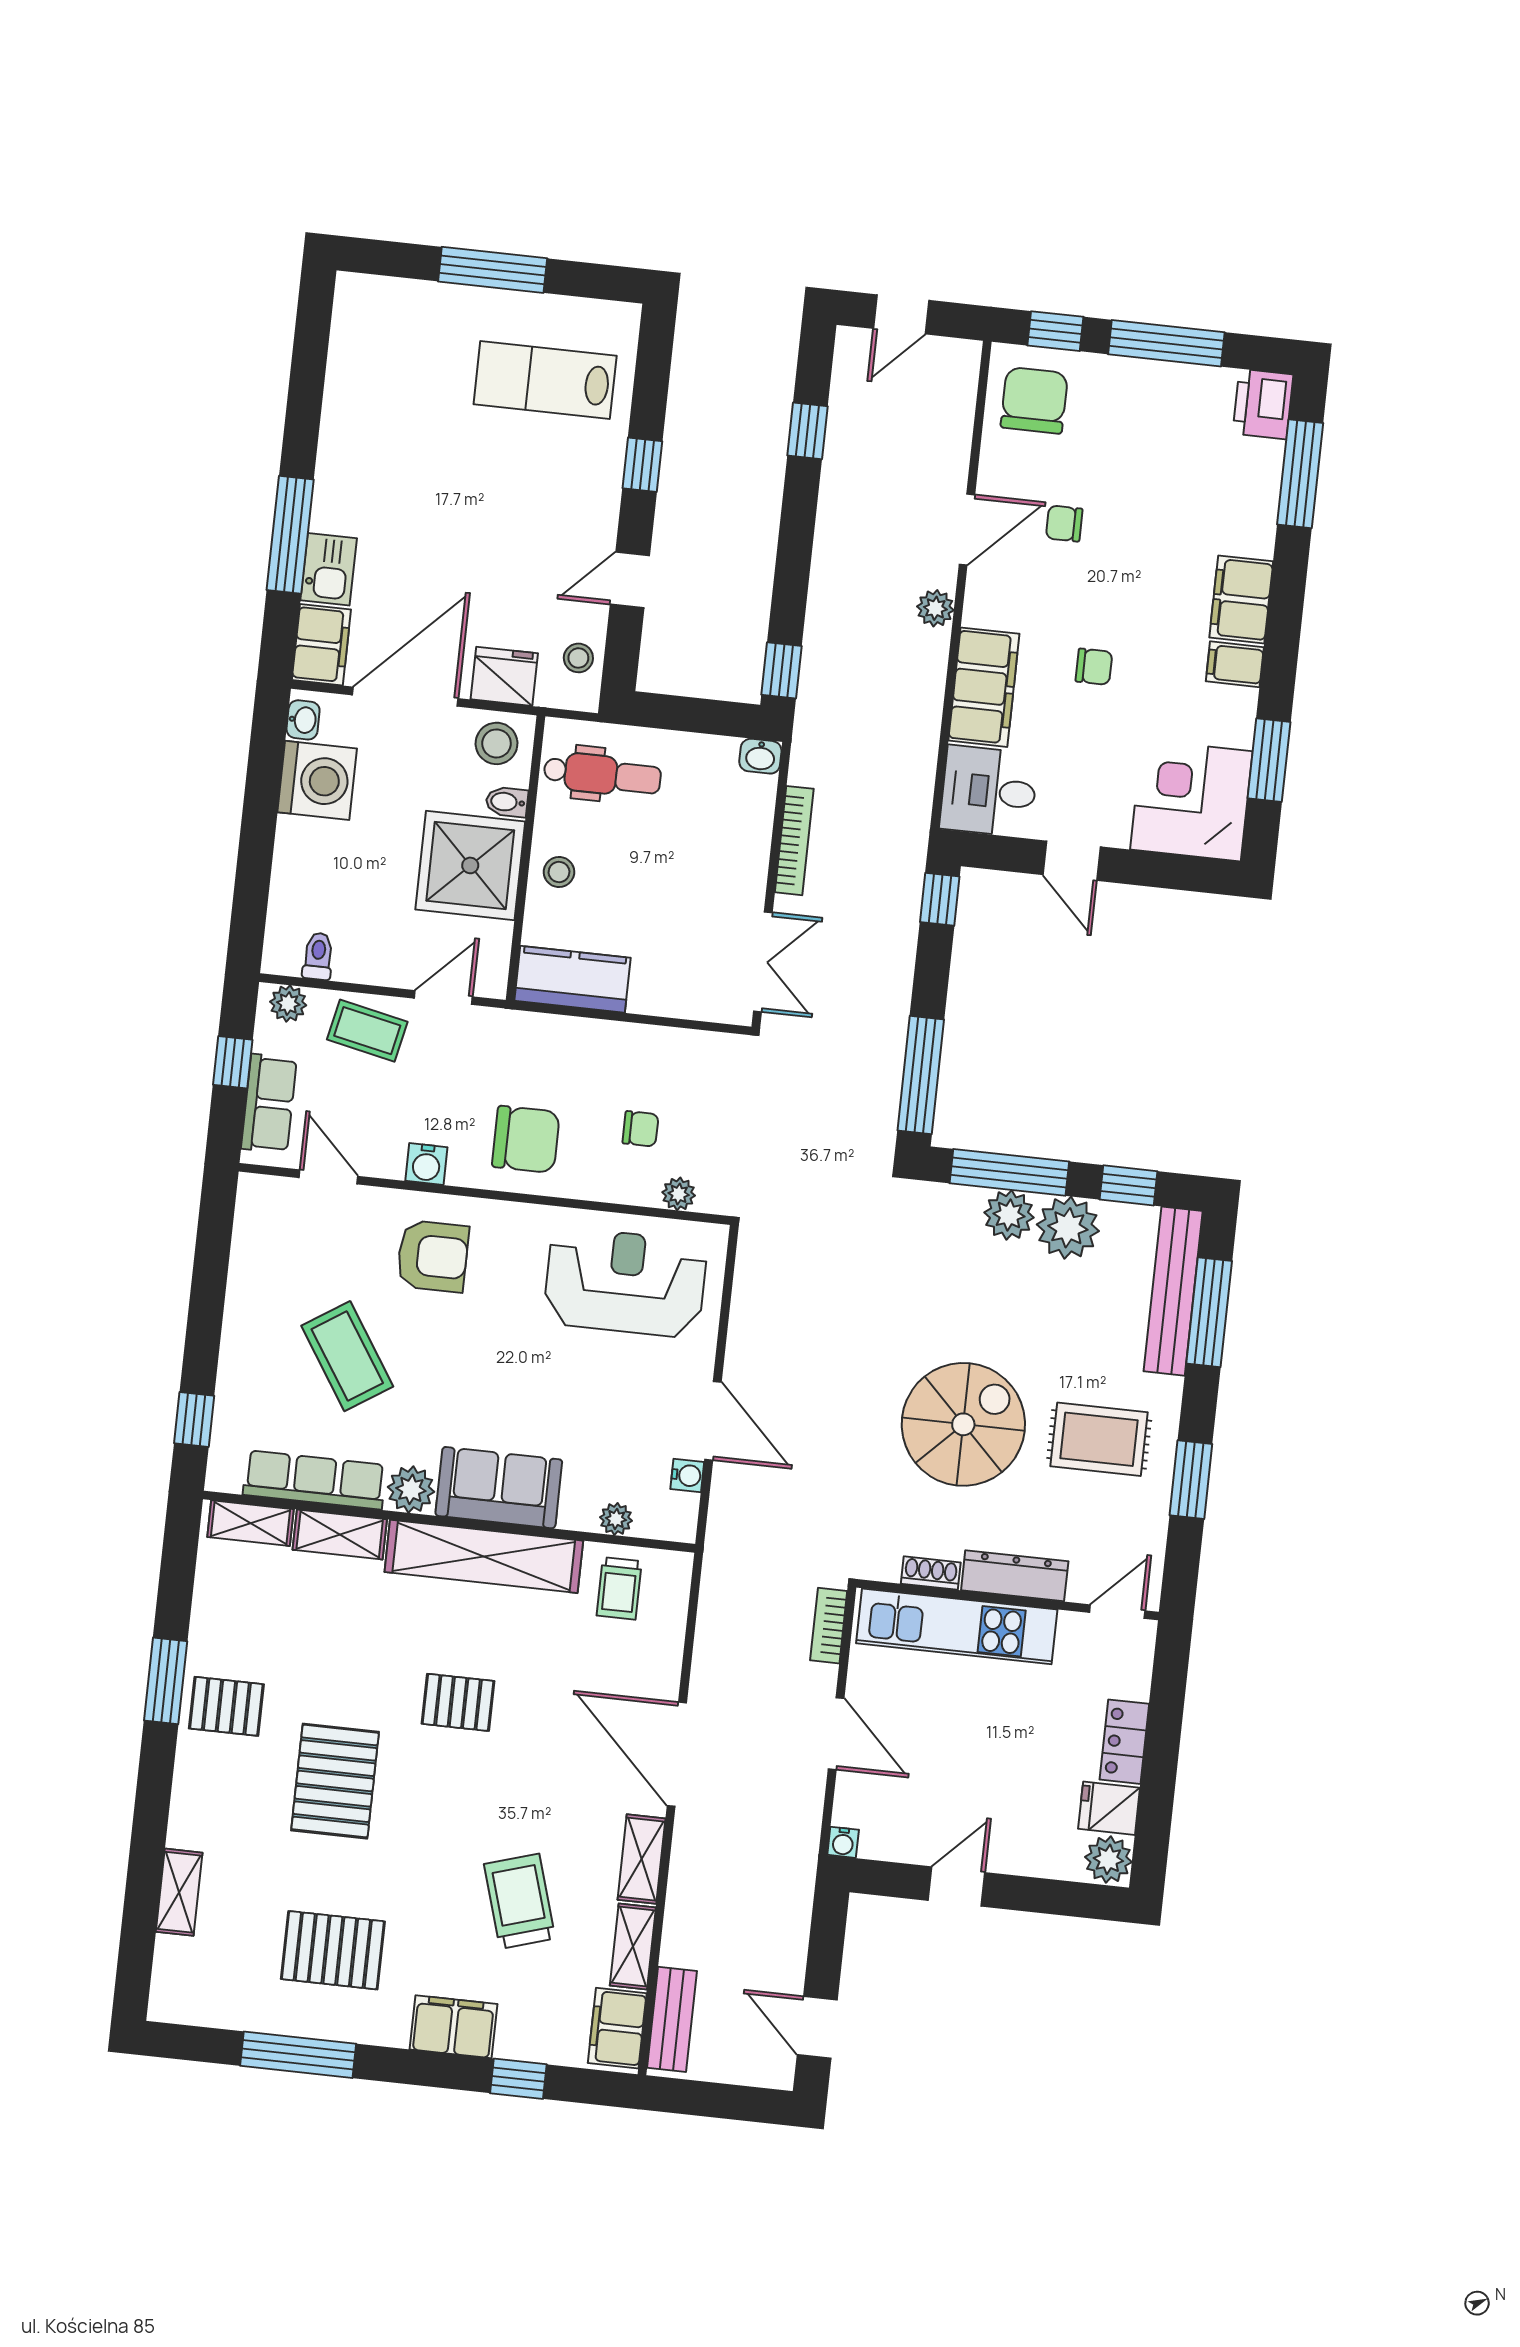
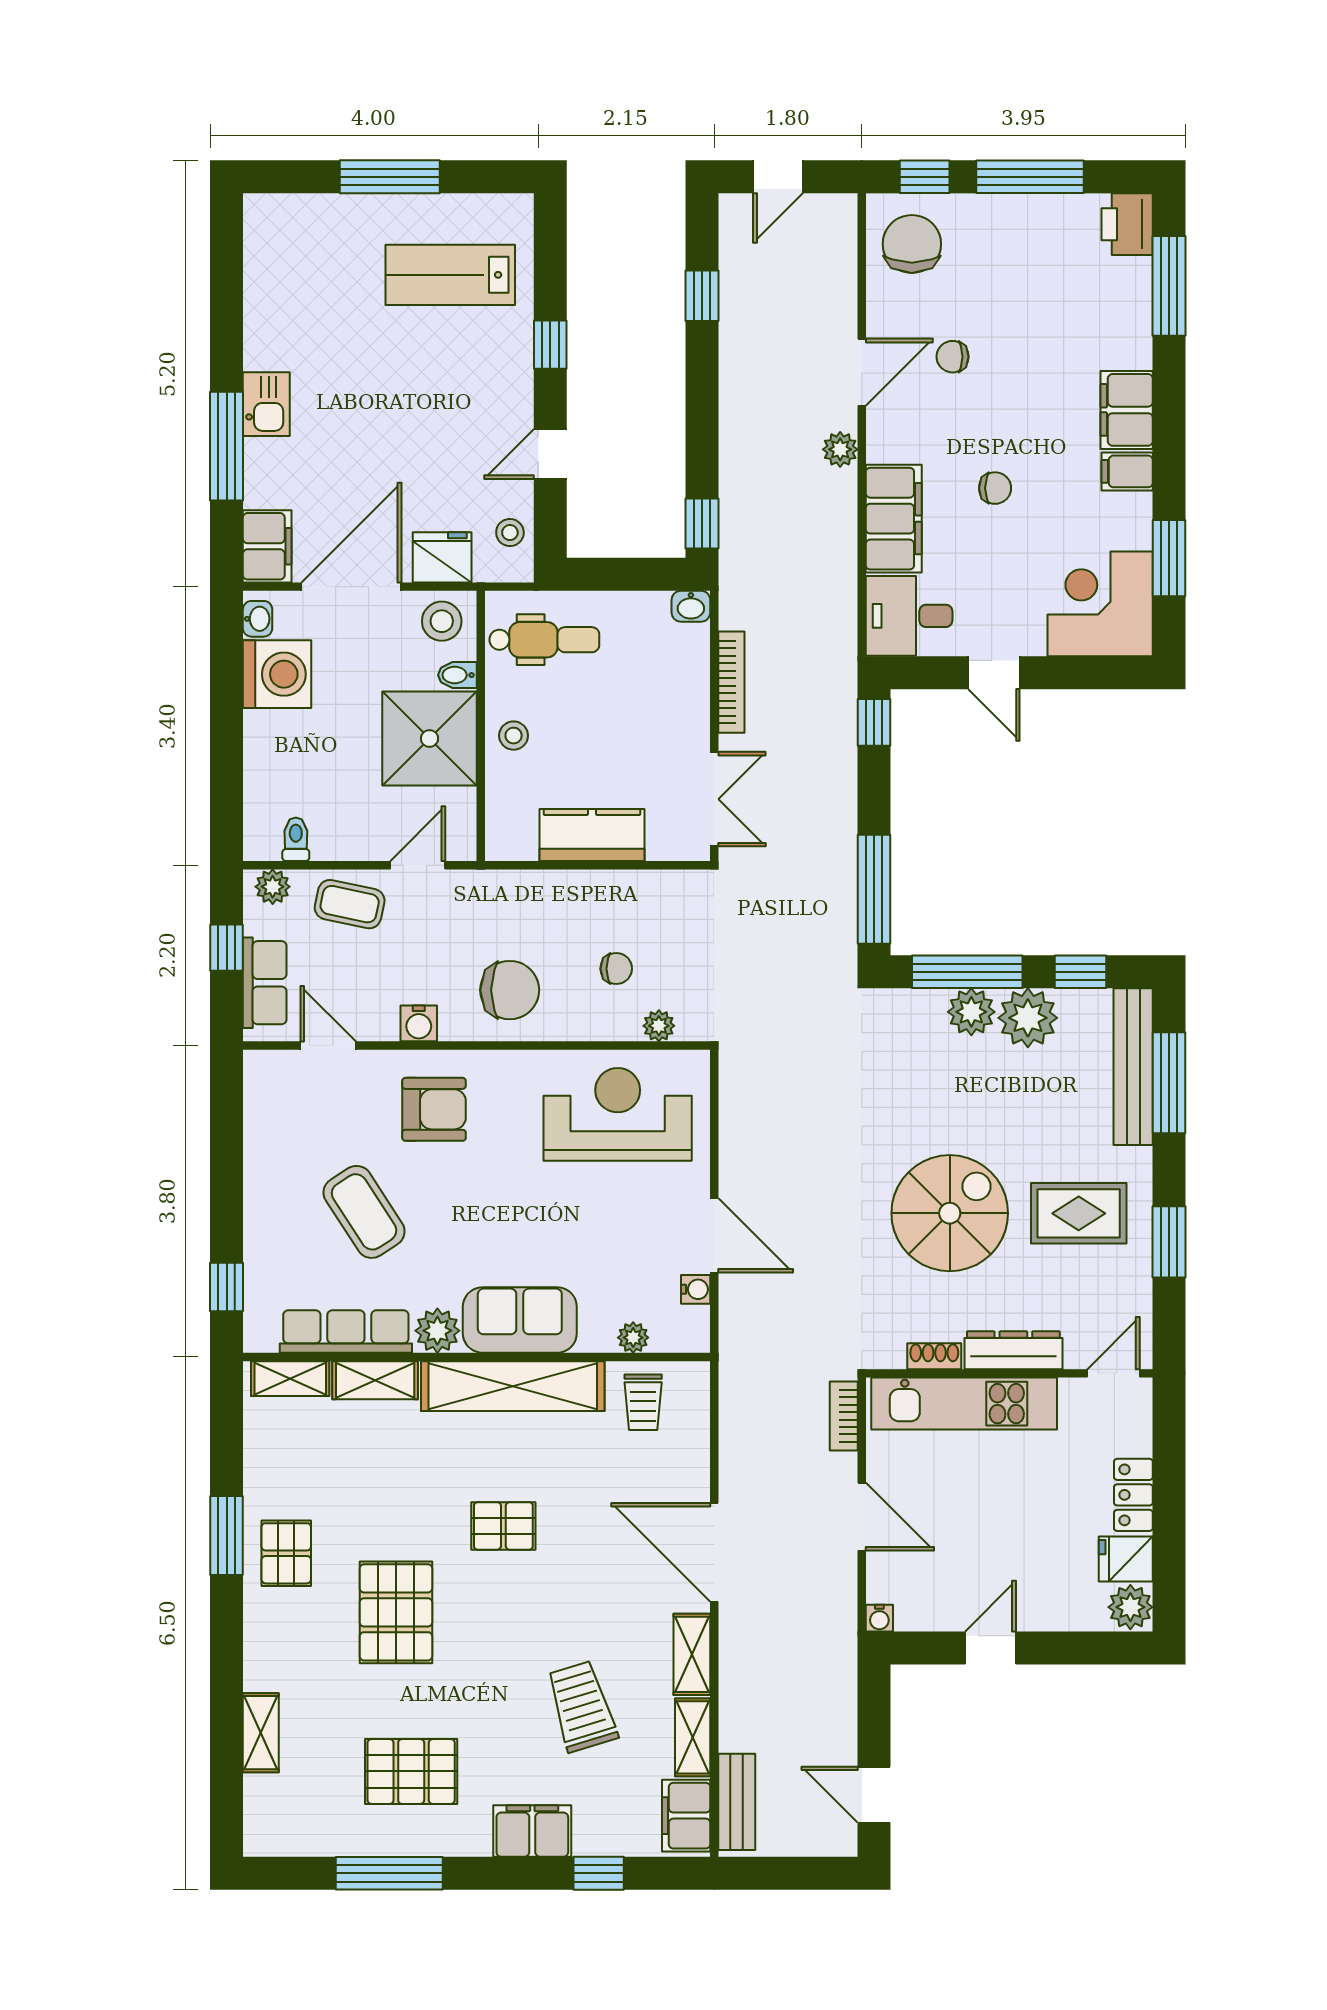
kitchen sink: (329, 569) -> (266, 404), moved
kitchen counter: (572, 979) -> (592, 835), moved
pallet: (226, 1706) -> (286, 1553), turned 90

